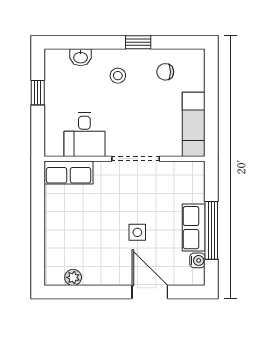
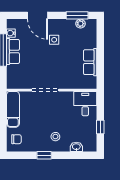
chair: (165, 72) -> (16, 139), moved
desk: (84, 135) -> (85, 104), moved
row of seats: (69, 172) -> (90, 62), moved, turned -90
side table: (137, 232) -> (54, 40), moved
window: (79, 292) -> (77, 15), added

